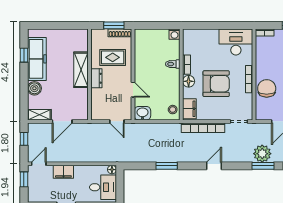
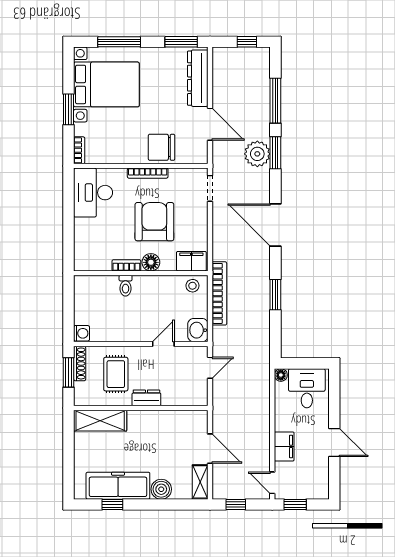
washing machine: (174, 34) -> (82, 333), moved
shelving: (81, 70) -> (100, 421), moved
bookcase: (203, 128) -> (219, 293), moved
door: (214, 166) -> (275, 225), width x1.88

